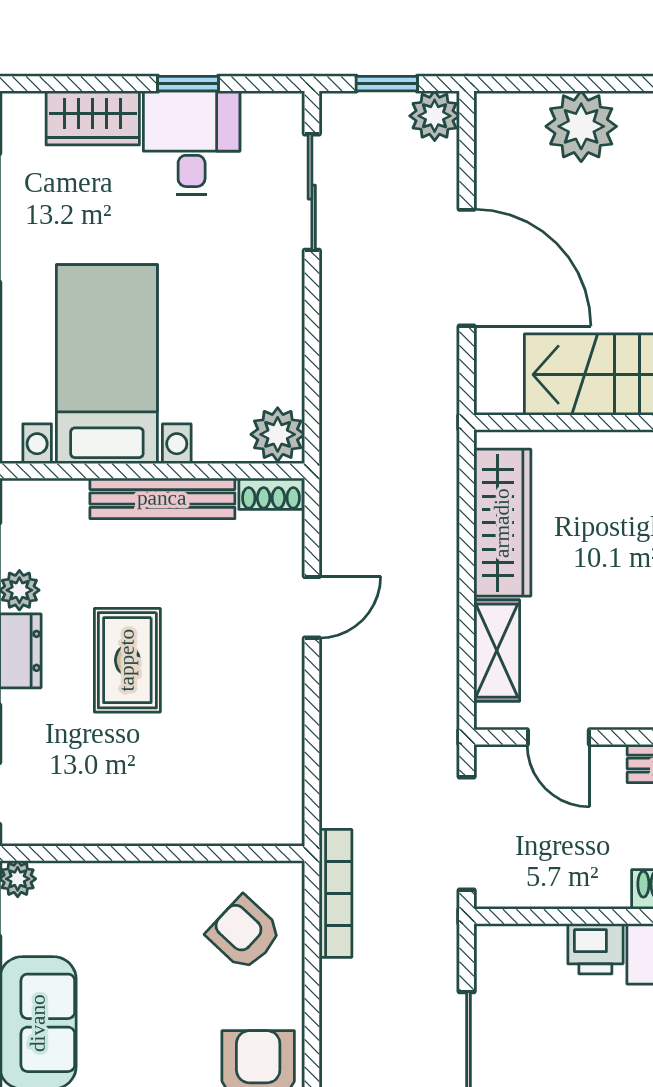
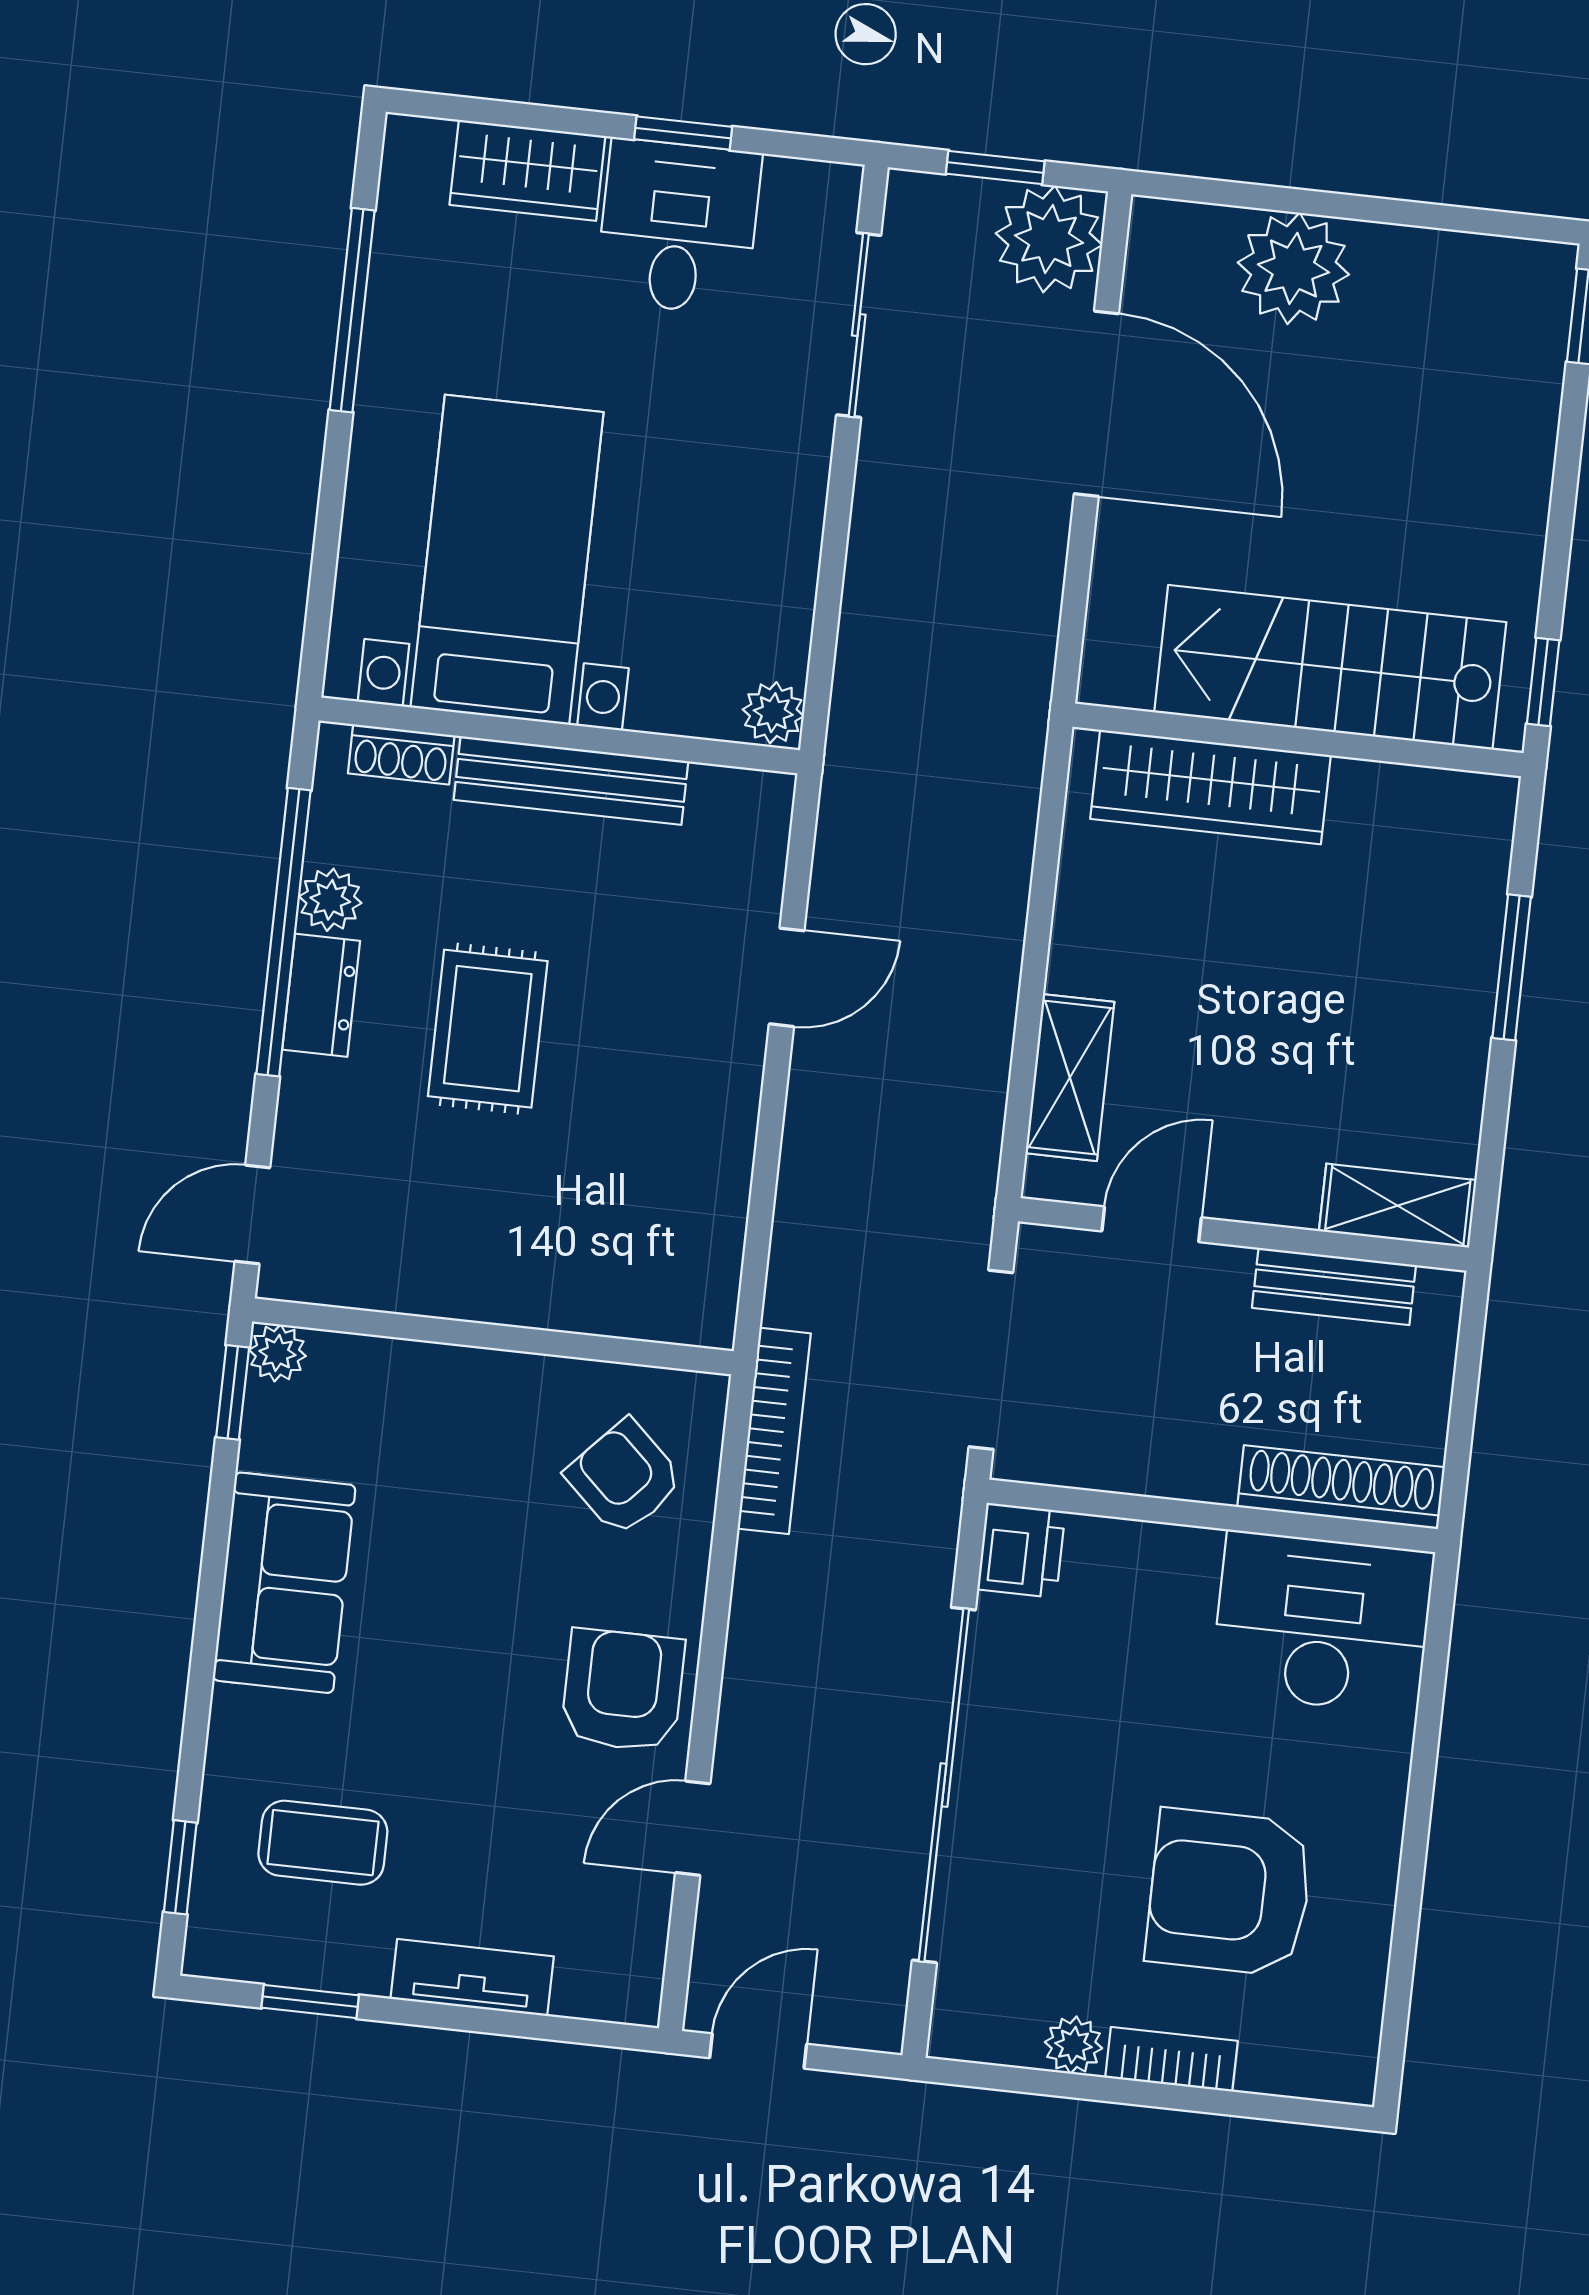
plant: (435, 116) -> (1049, 239), width x1.36, depth x1.36
door: (467, 268) -> (1096, 404), moved
plant: (278, 434) -> (773, 713), width x0.73, depth x0.73
shoe rack: (271, 494) -> (401, 754), moved
wardrobe: (502, 523) -> (1210, 787), moved, turned 90
door: (558, 737) -> (1152, 1224), swing flipped
printer: (595, 949) -> (1021, 1550), moved, turned -90

